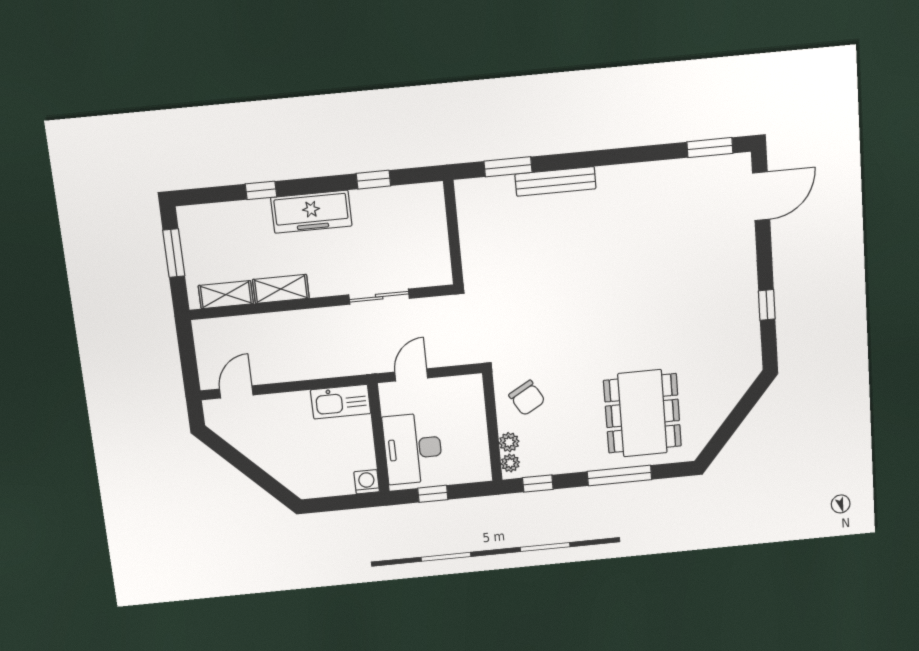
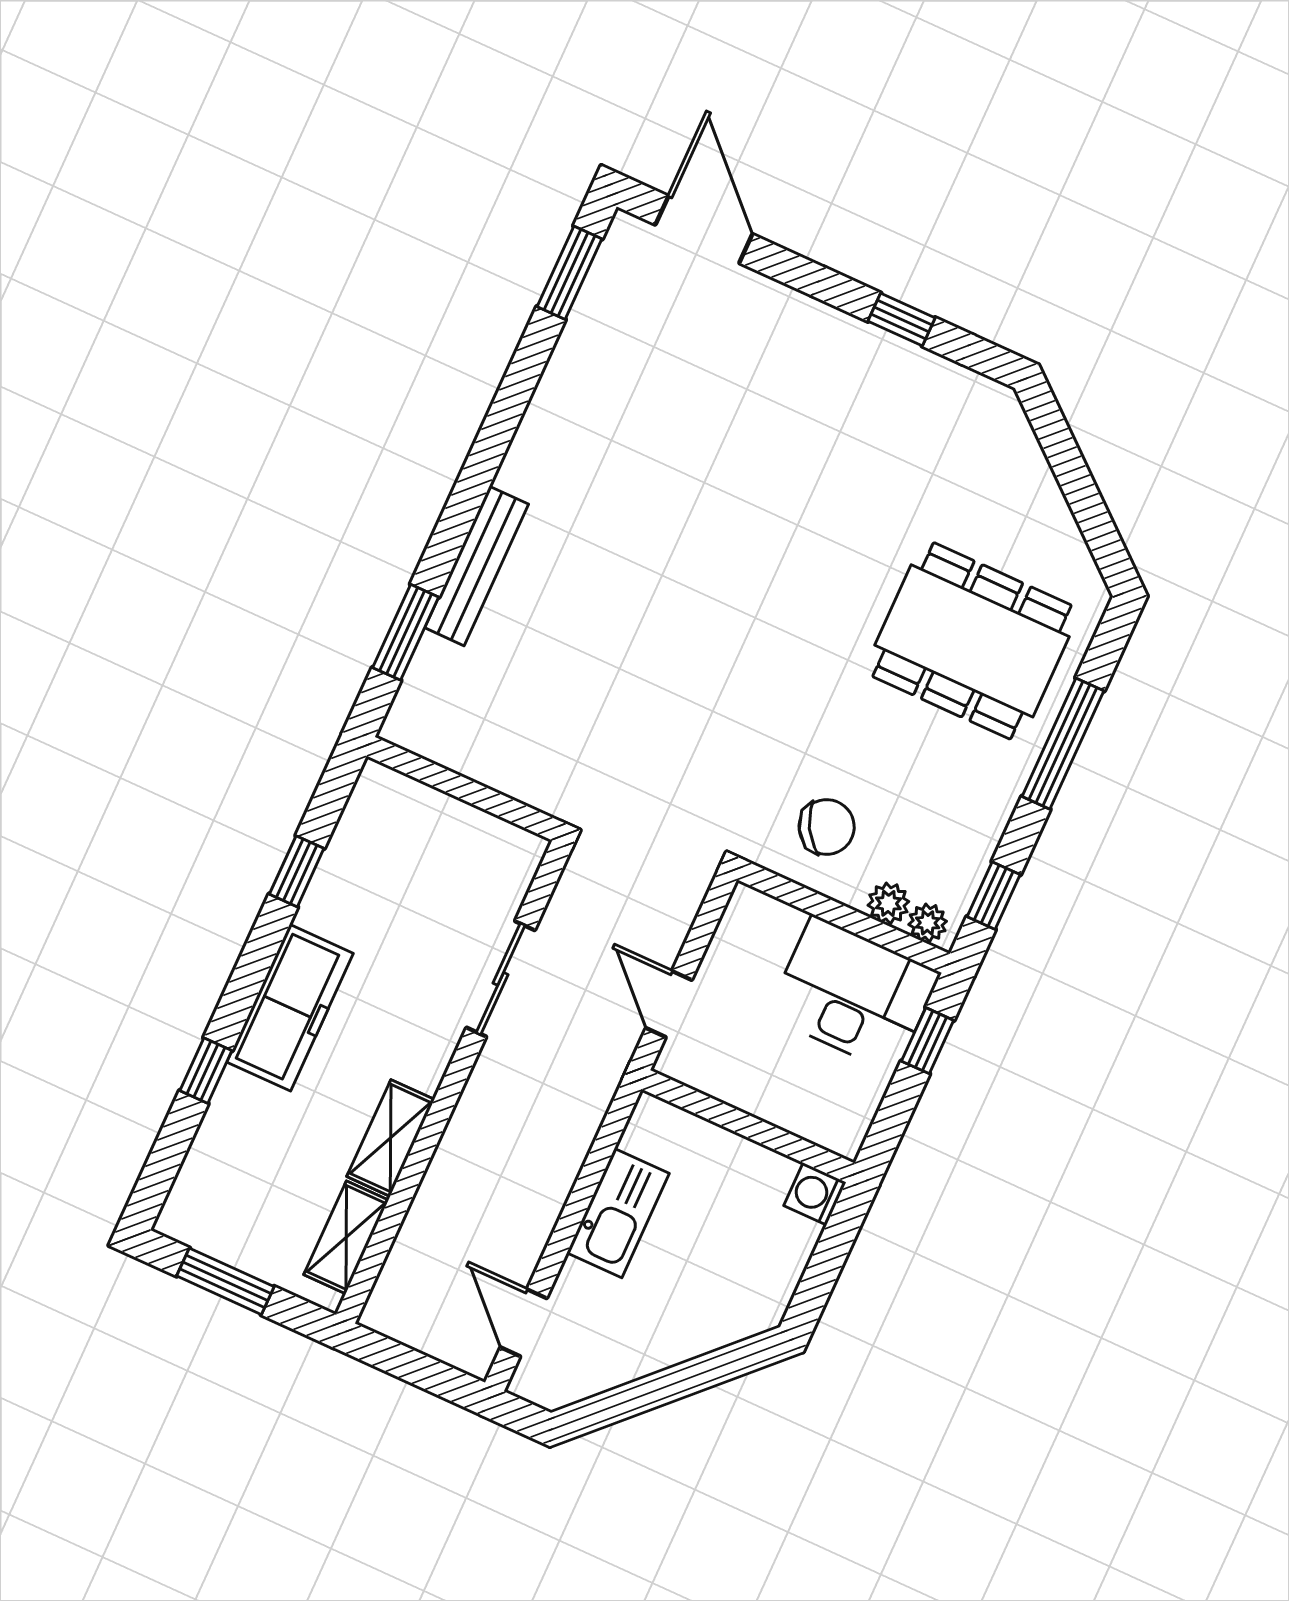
kitchen sink: (341, 402) -> (618, 1213), moved
desk: (413, 449) -> (853, 994), moved, turned 180
window: (433, 494) -> (928, 1041), moved

